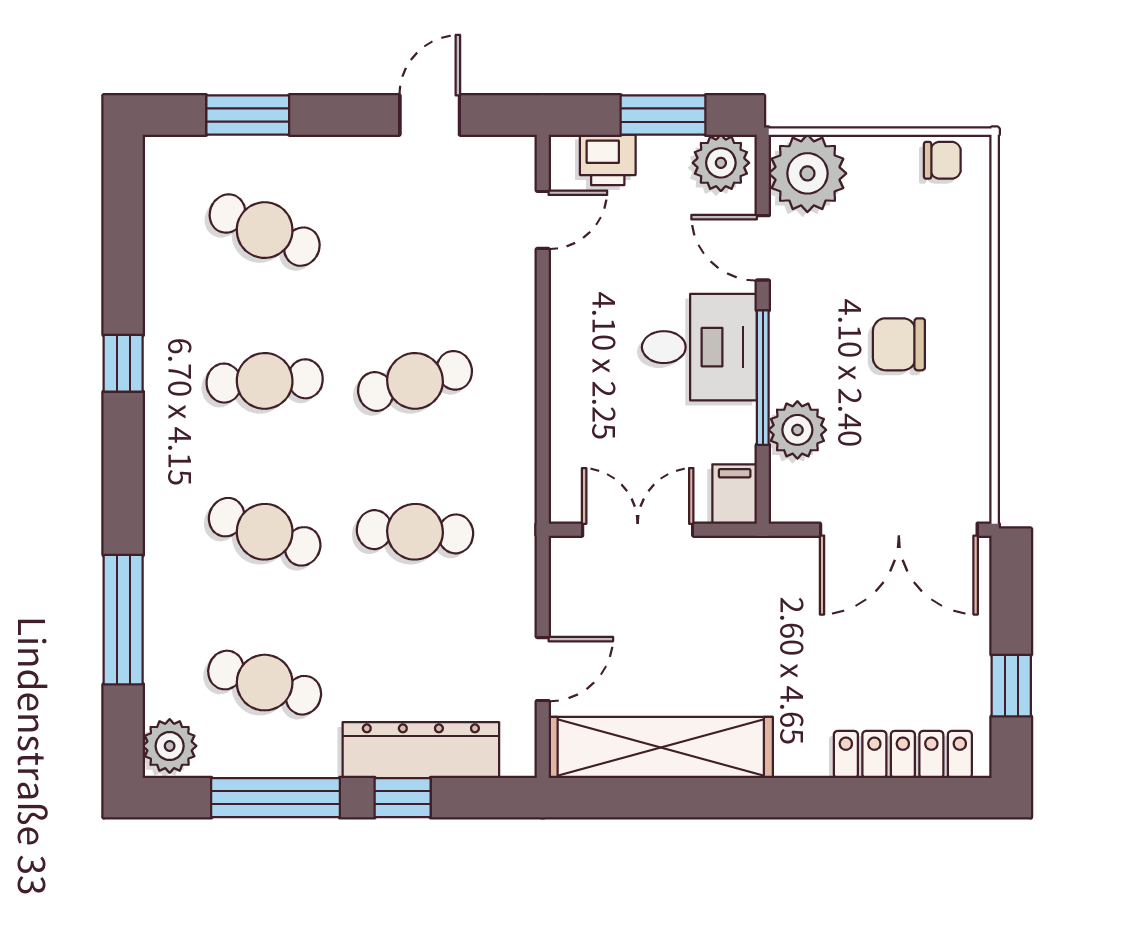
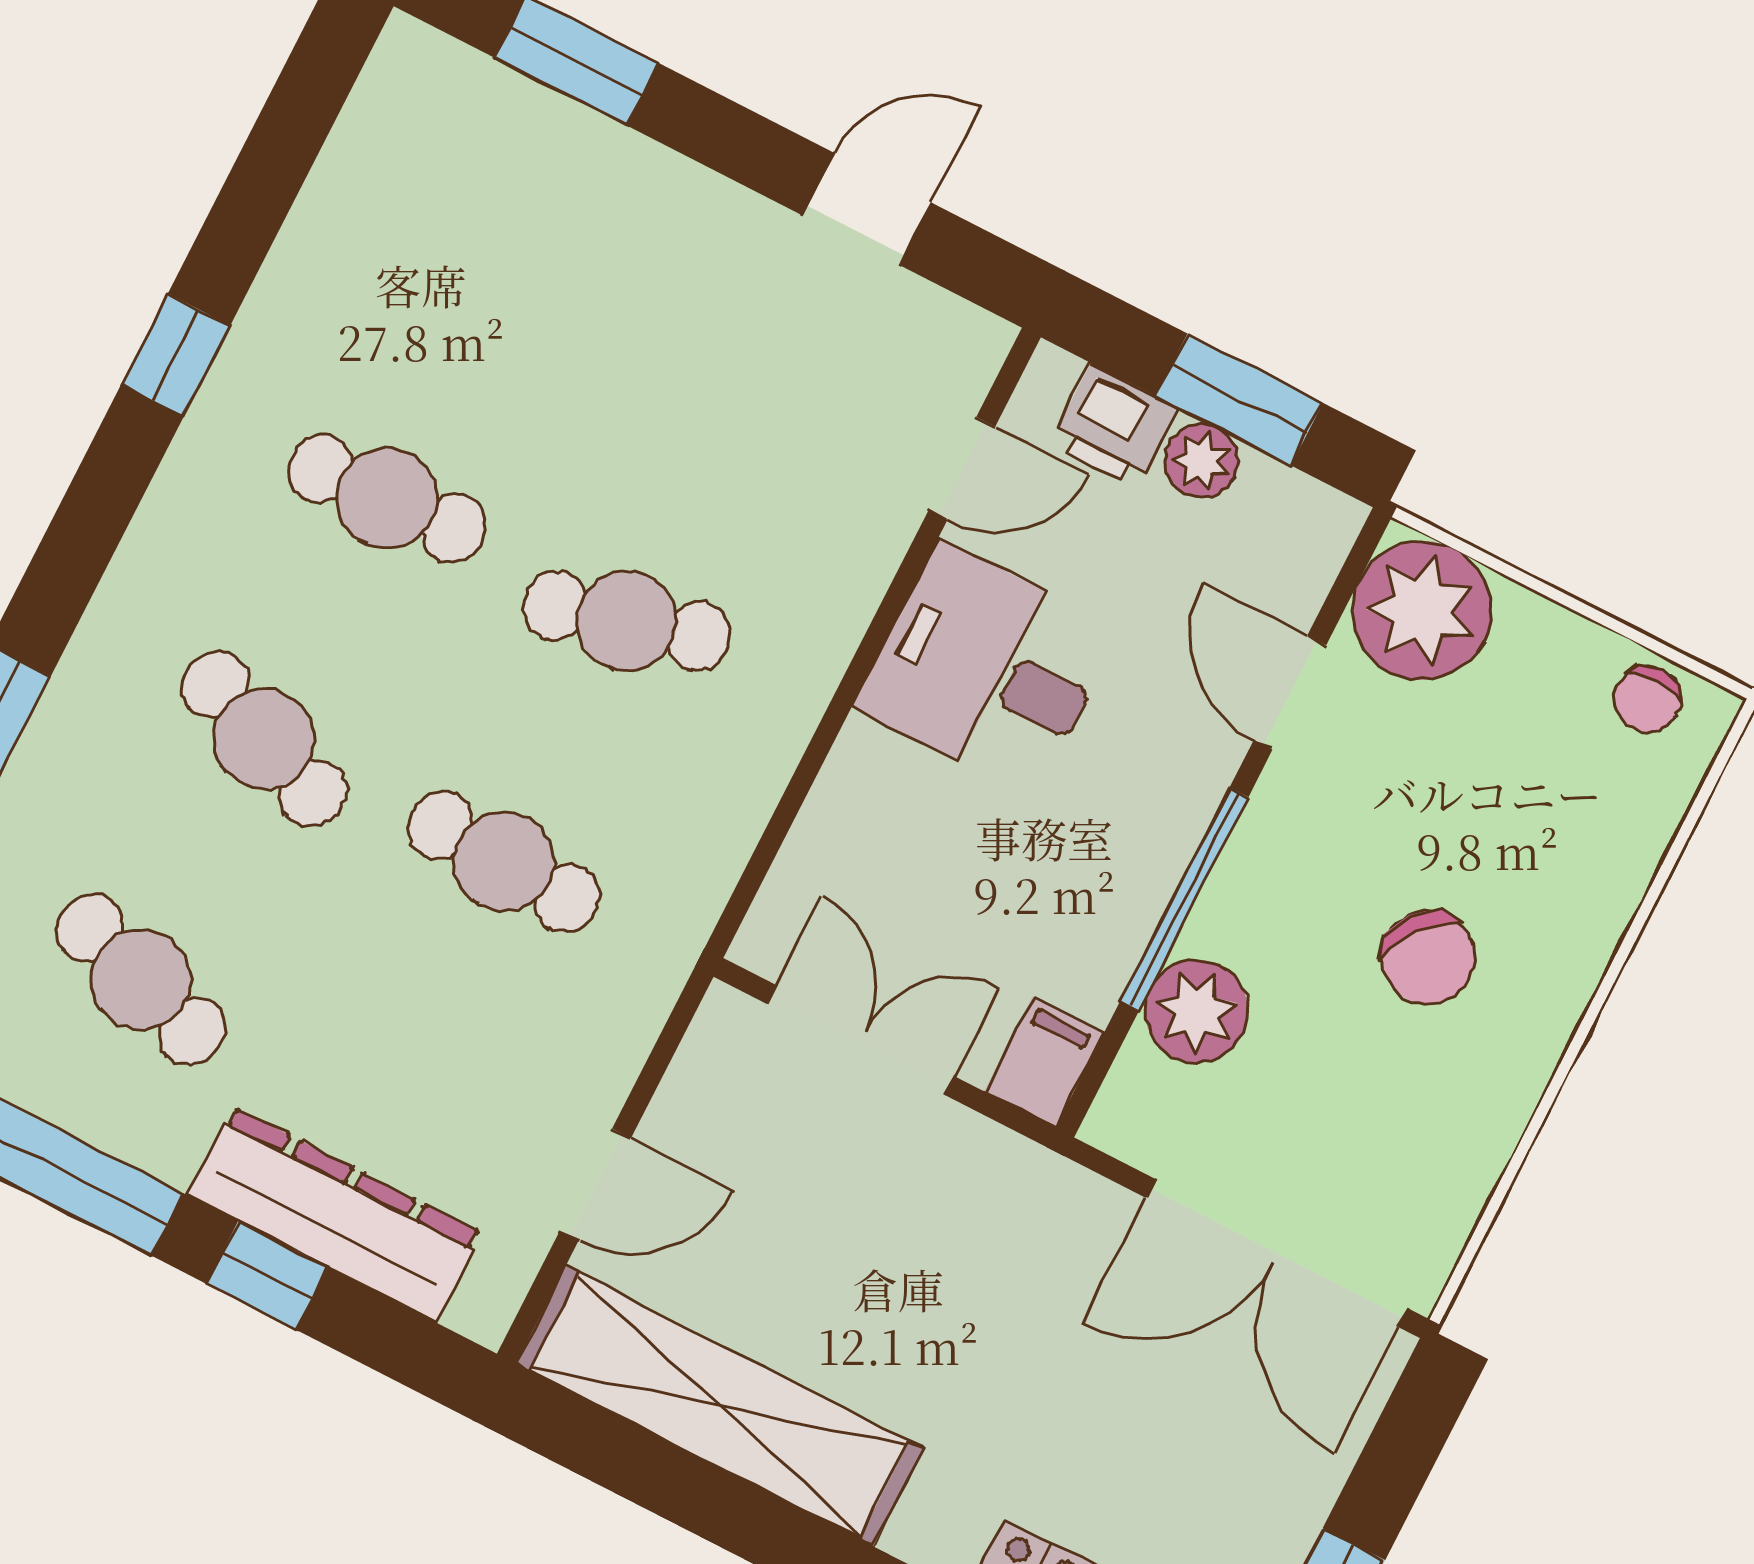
chair: (942, 160) -> (1648, 699), turned 90
plant: (721, 163) -> (1202, 461), moved, width x0.73, depth x0.73
cafe table: (265, 230) -> (510, 258), removed
chair: (899, 344) -> (1428, 957), turned -141
desk: (699, 347) -> (987, 669), moved, turned 180

